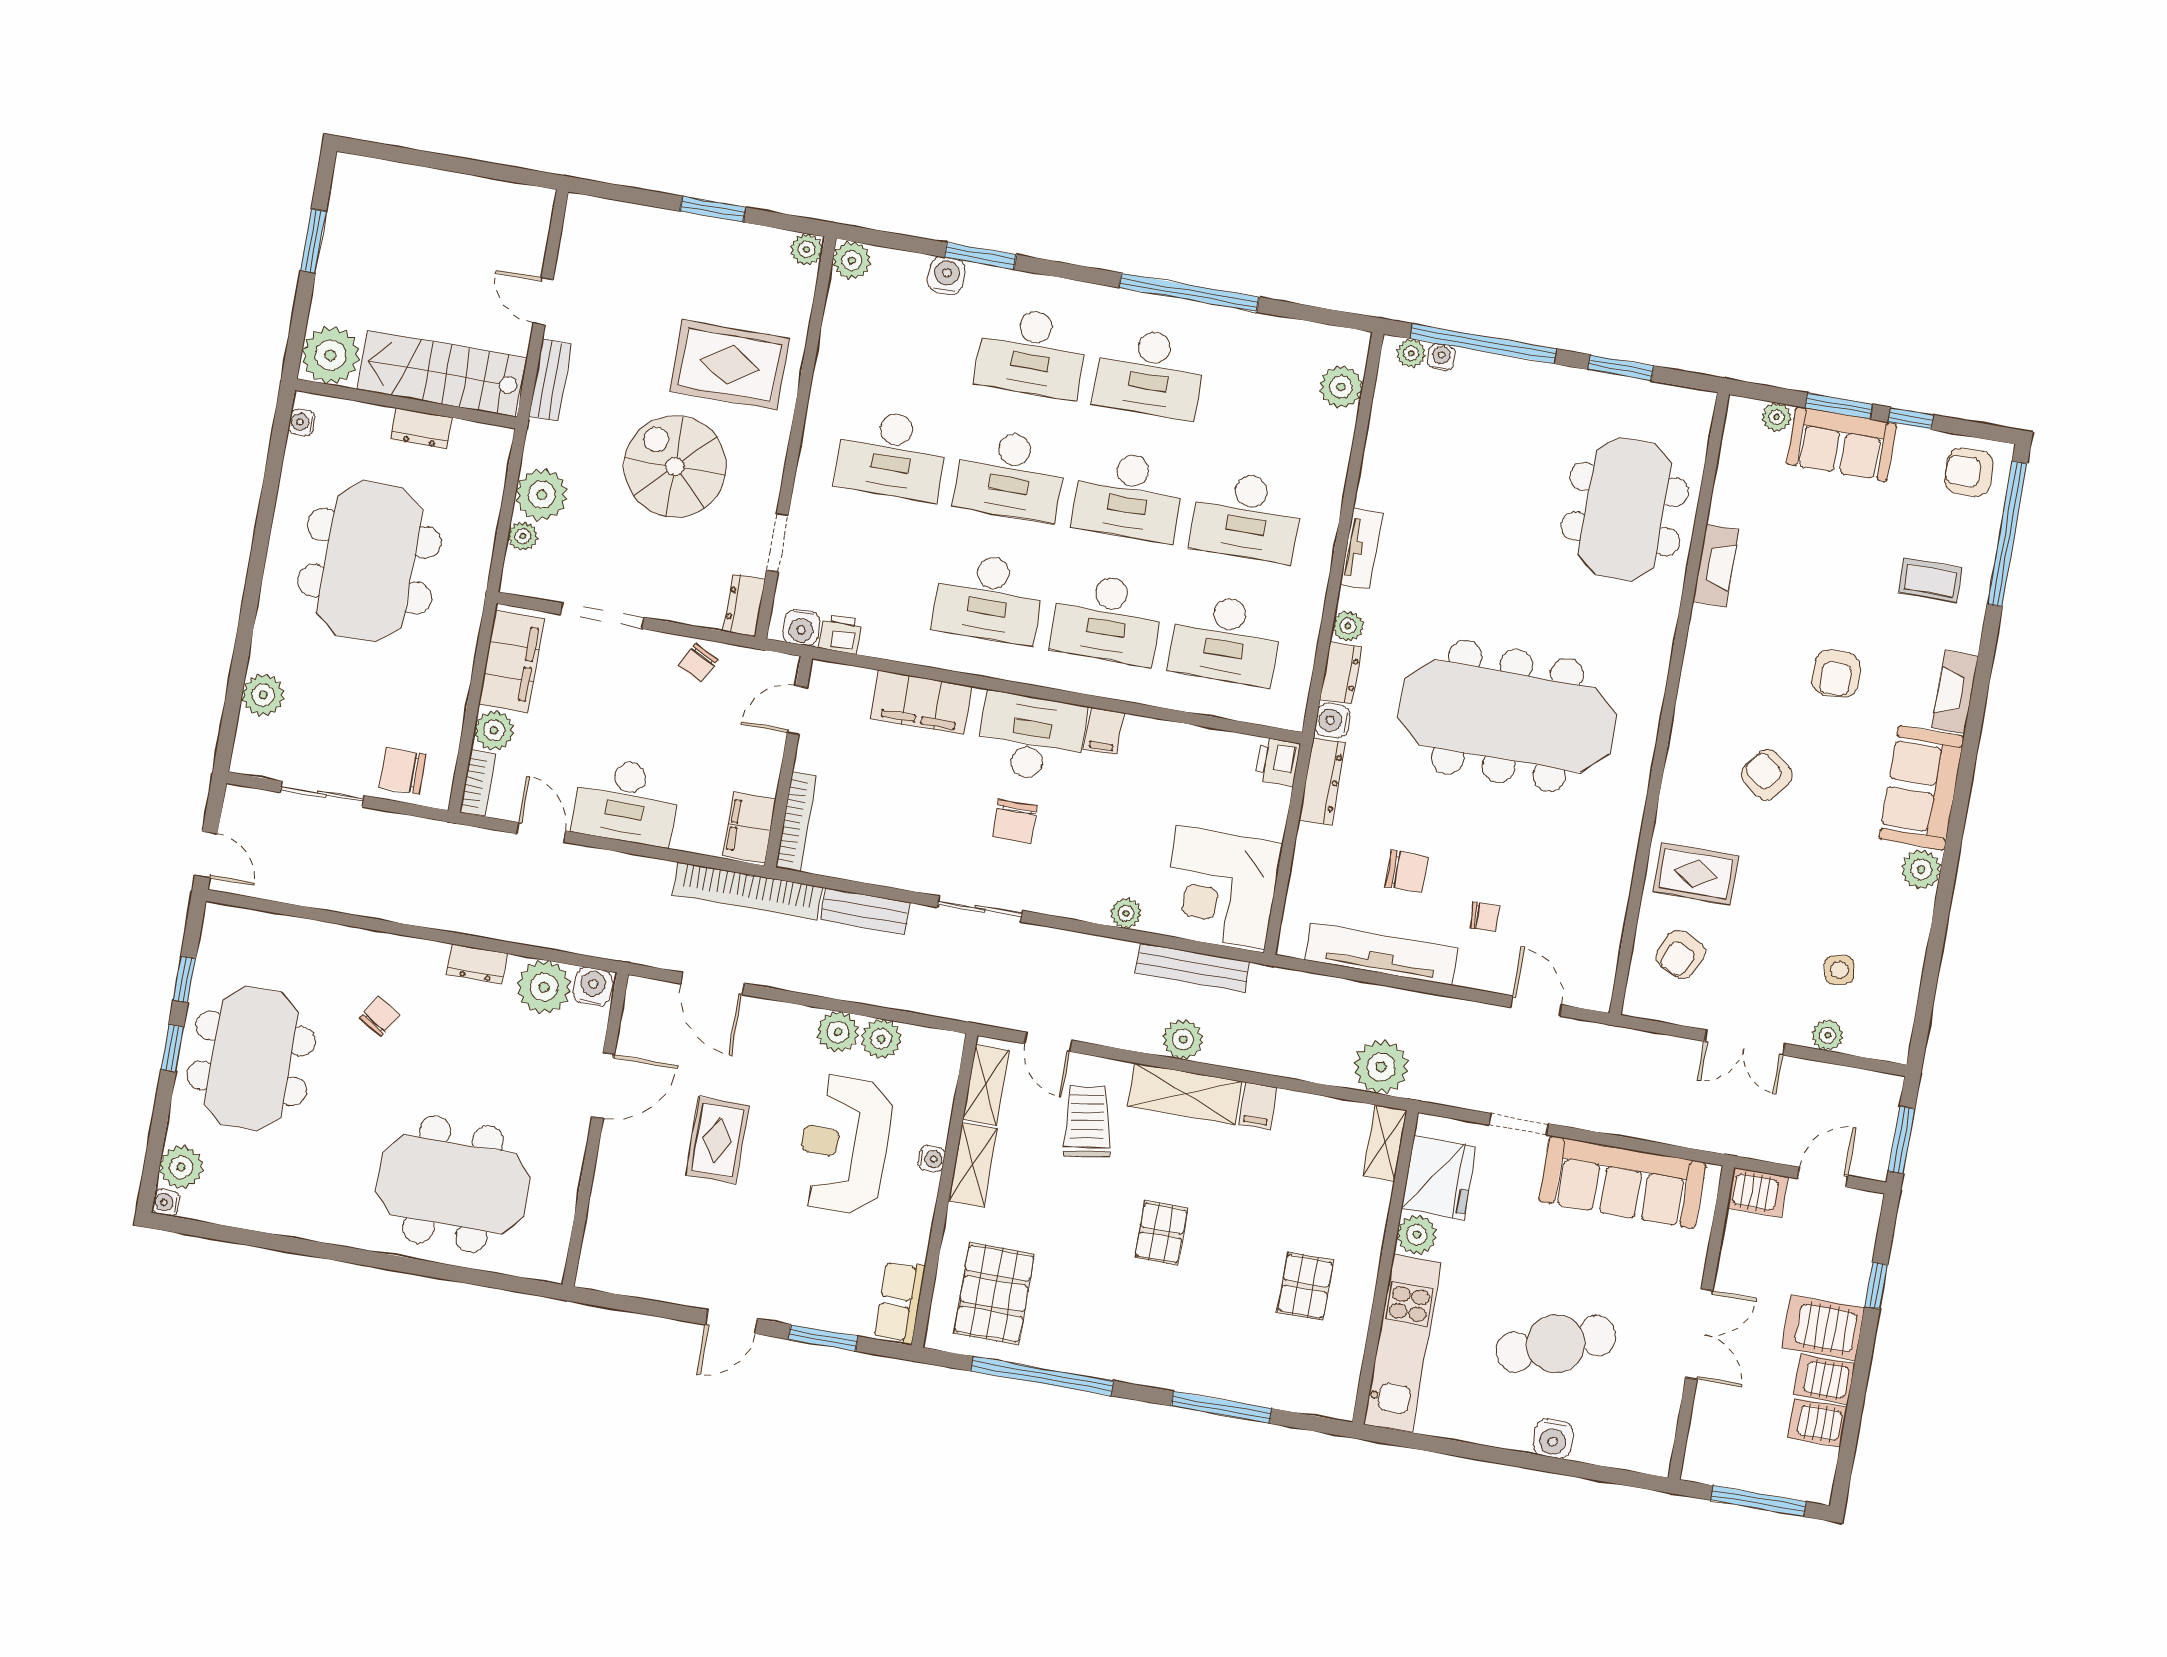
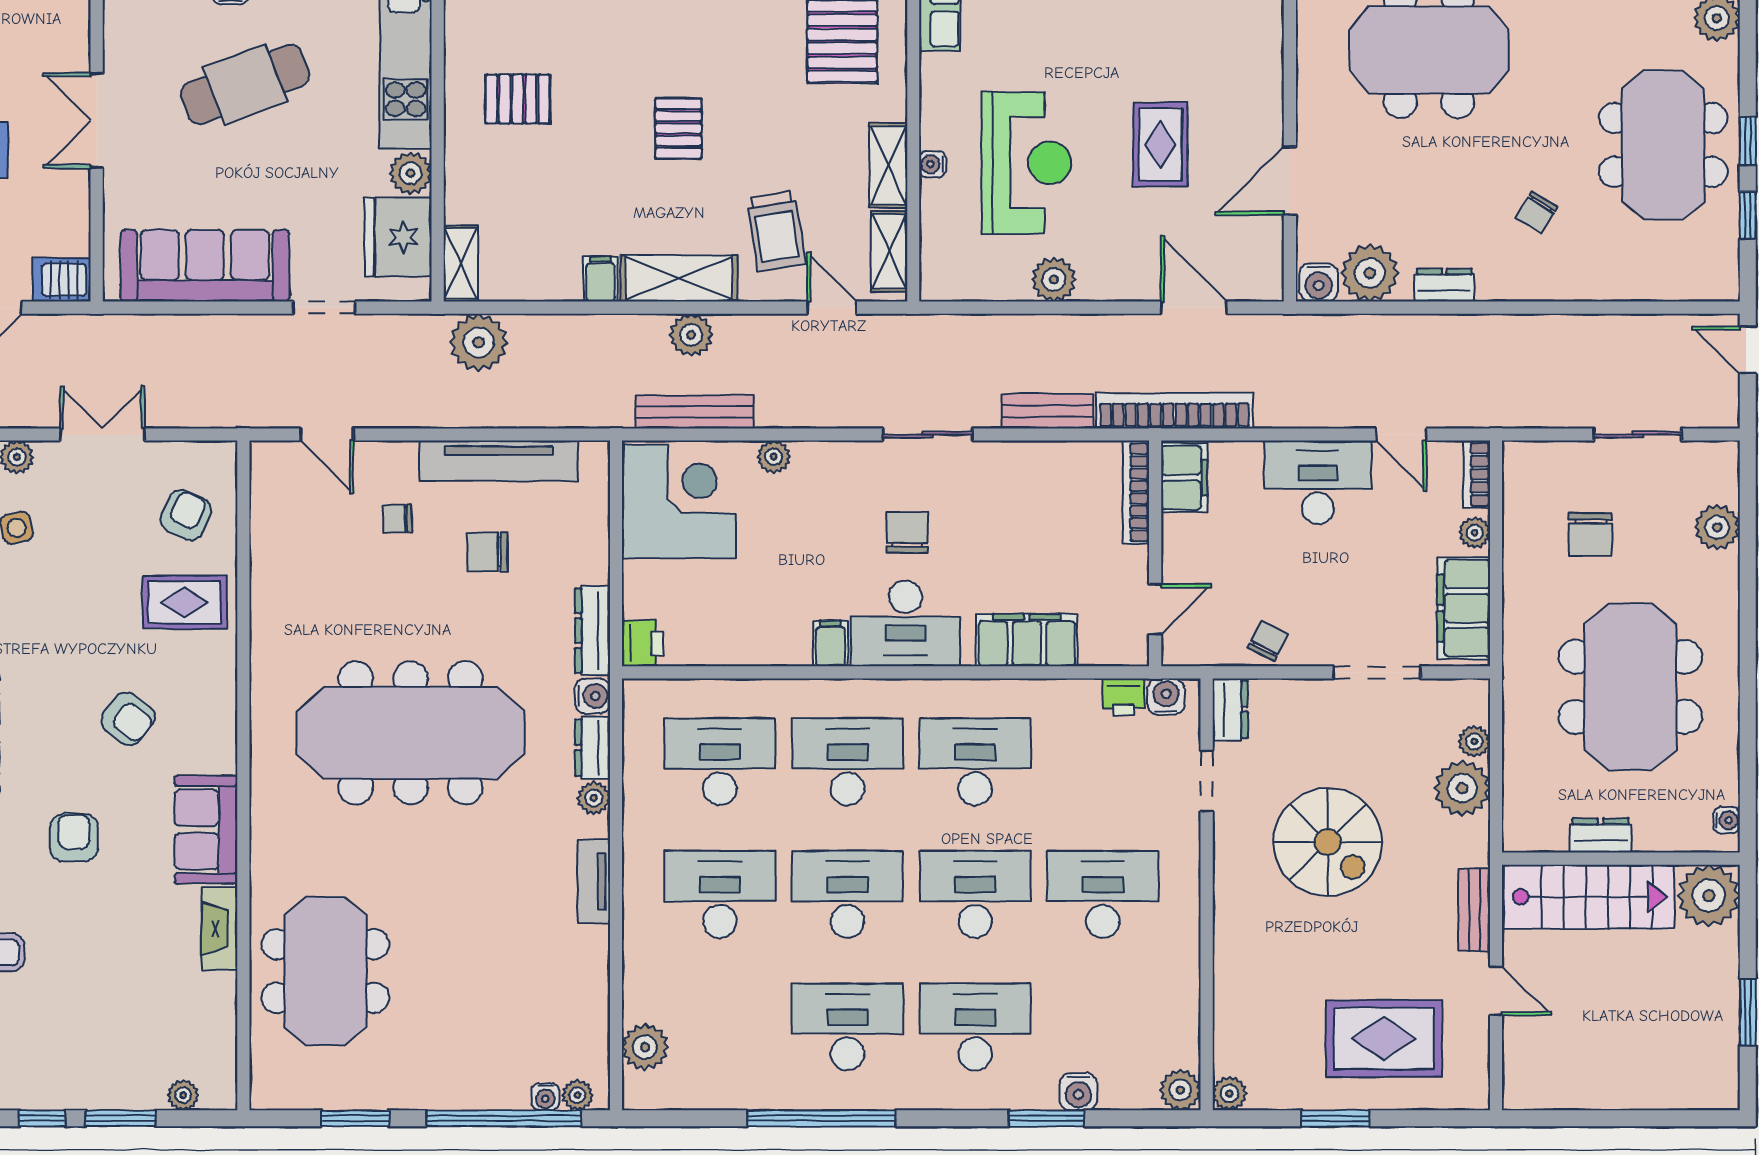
rug: (730, 365) -> (1384, 1039), moved
sofa: (1841, 444) -> (206, 830), moved, turned -90
plant: (494, 730) -> (1475, 533), width x0.73, depth x0.73
chair: (403, 771) -> (1590, 534), moved, turned 90
plant: (881, 1039) -> (1007, 280), removed
pallet: (1305, 1286) -> (518, 99), turned 90

